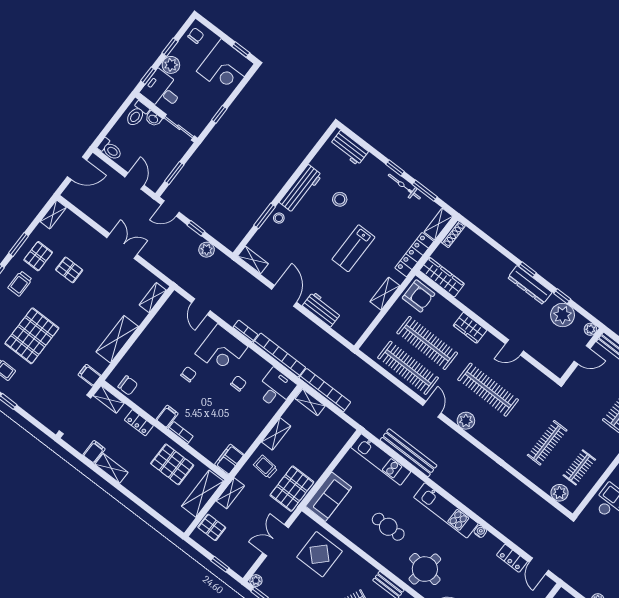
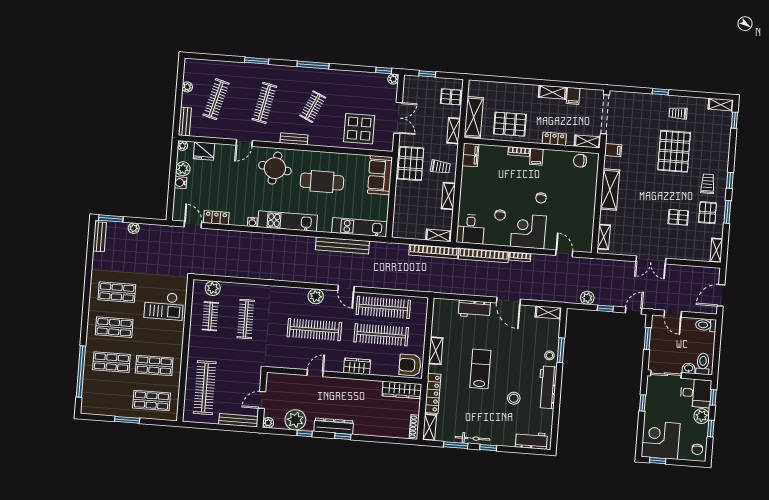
cafe table: (388, 527) -> (322, 182), width x1.37, depth x1.35

